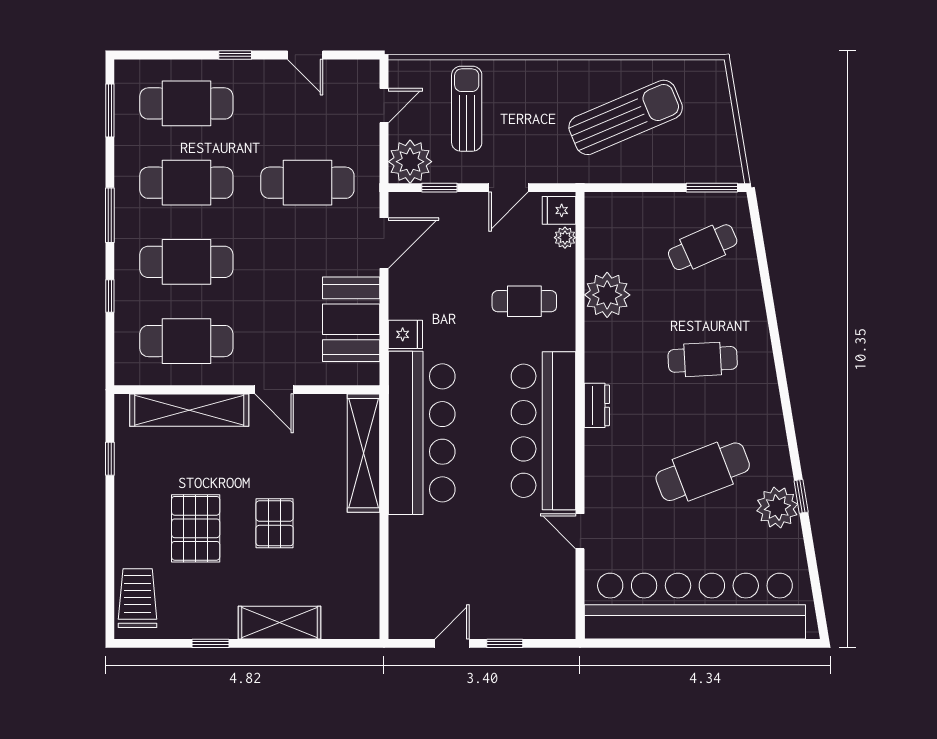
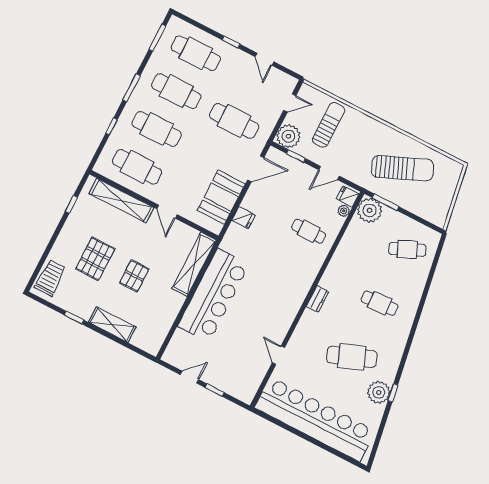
window: (712, 188) -> (386, 202), moved
plant: (607, 295) -> (370, 210), moved
bar counter: (544, 431) -> (286, 298), removed
bar counter: (422, 433) -> (213, 295), moved

